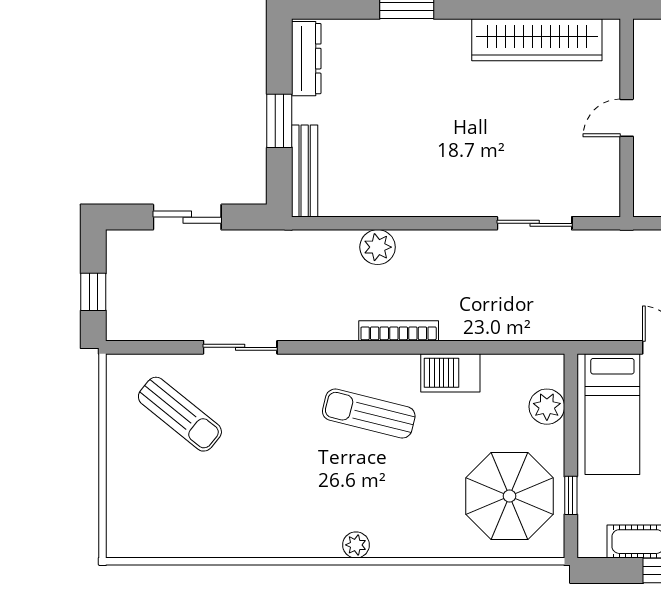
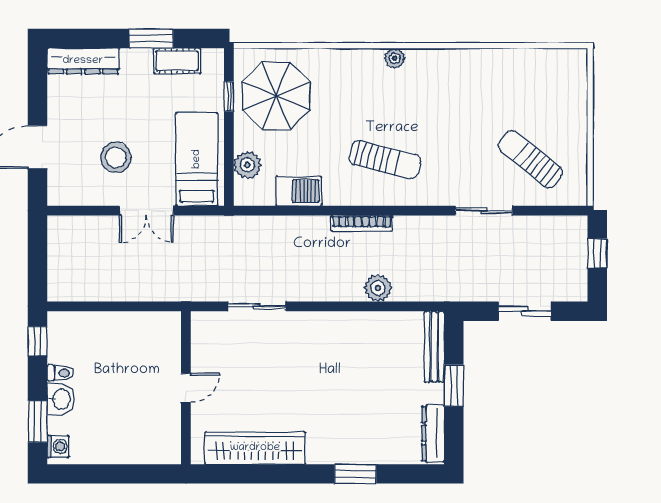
barbecue: (450, 373) -> (299, 191), moved

